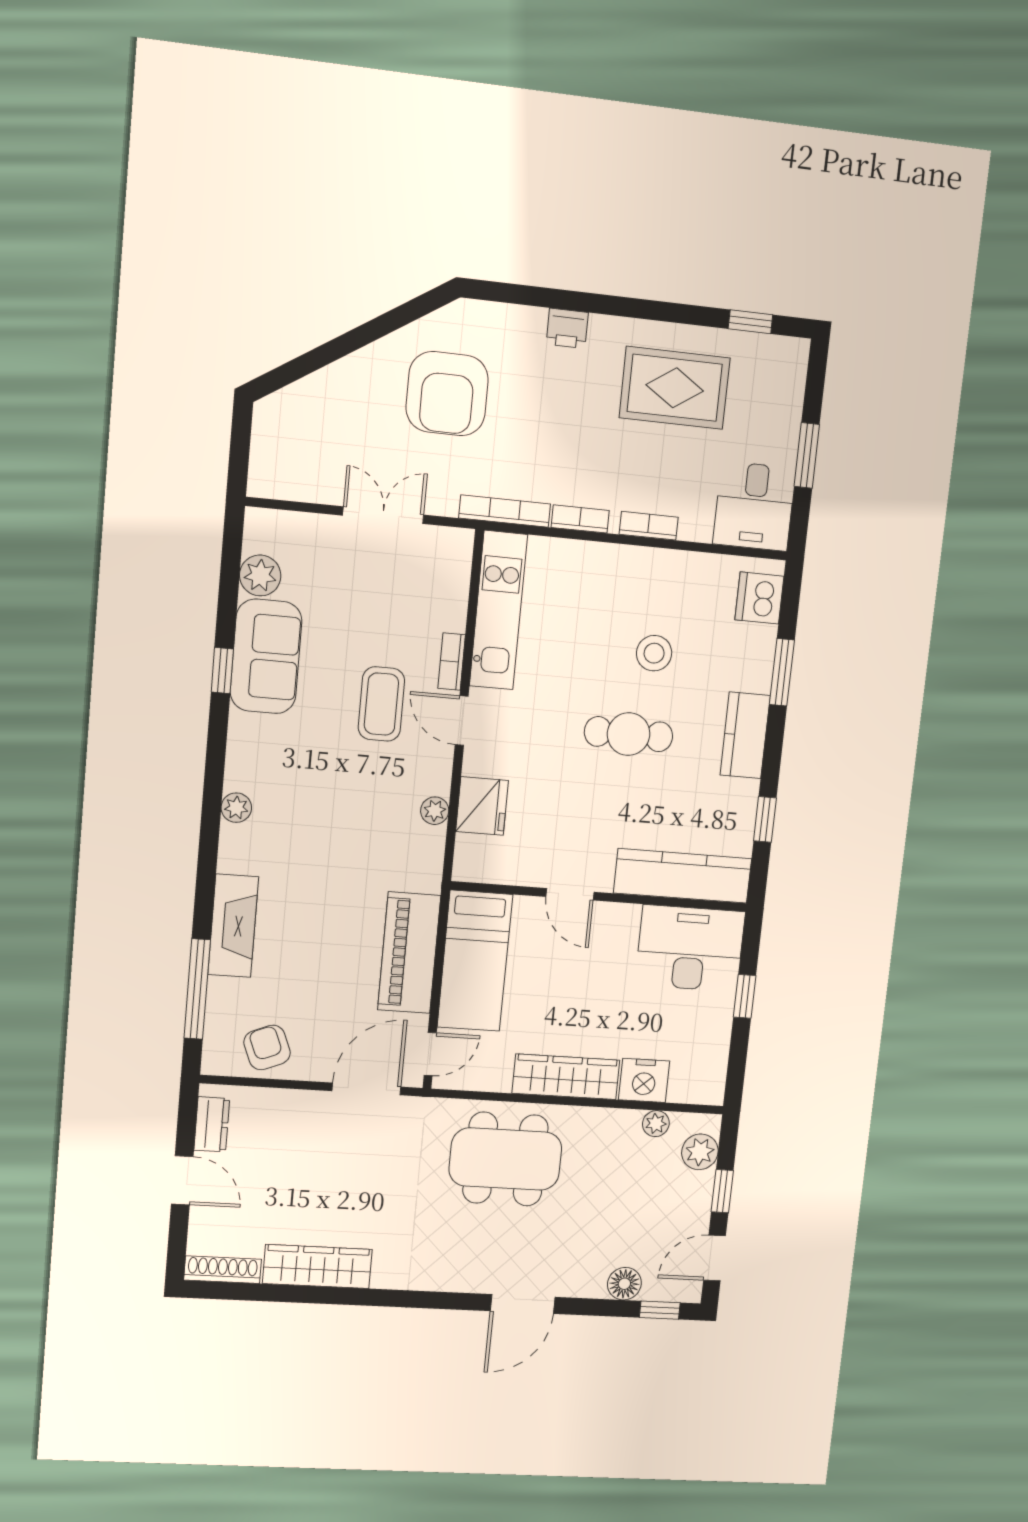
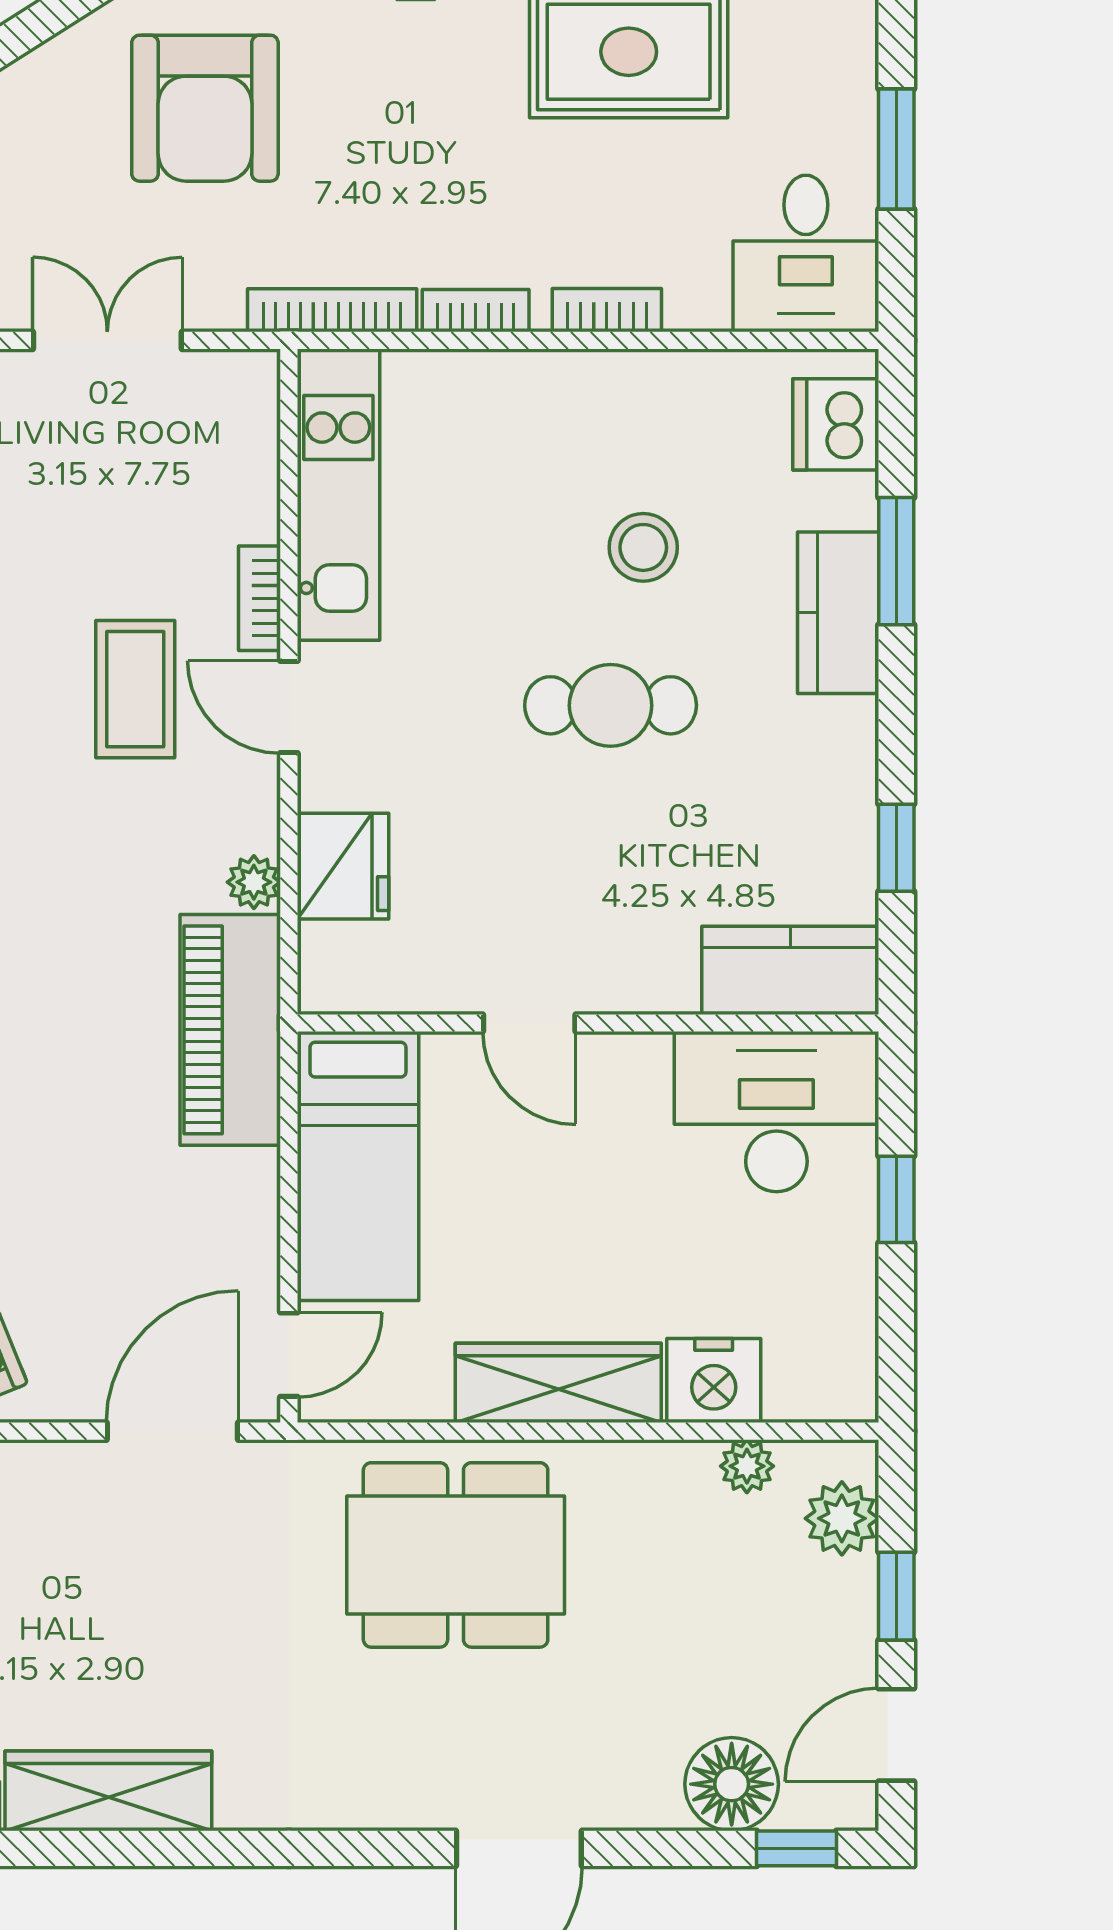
kitchen counter: (745, 735) -> (838, 613), moved
kitchen counter: (683, 876) -> (790, 970), width x0.67
piano: (409, 953) -> (230, 1030), moved
floor lamp: (624, 1284) -> (732, 1784), width x1.38, depth x1.38

